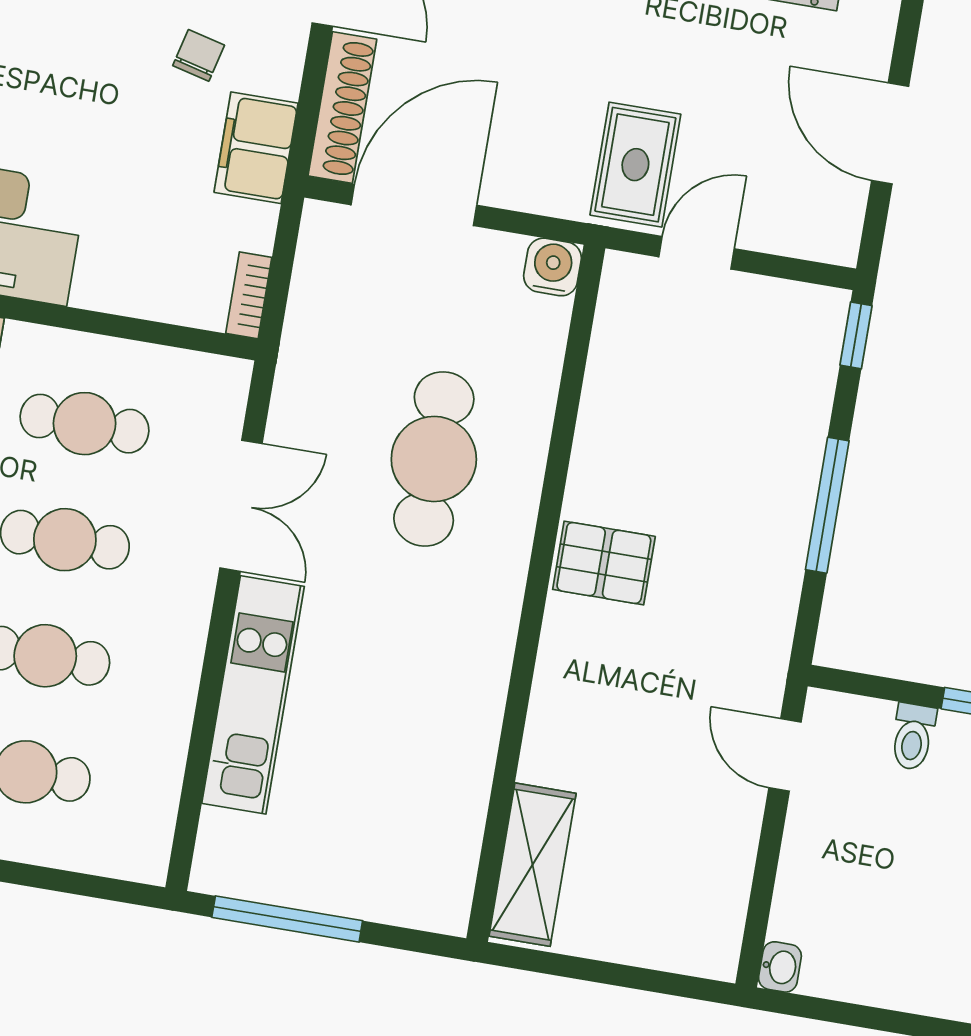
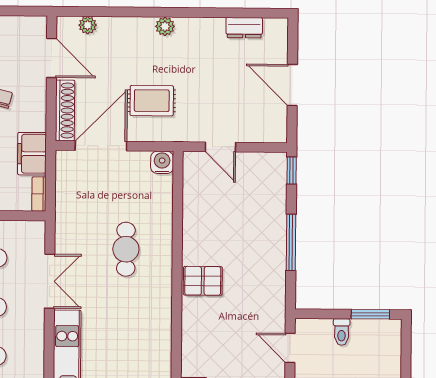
filing cabinet: (256, 148) -> (32, 154), moved
rug: (635, 165) -> (152, 101), moved, turned 90
door: (696, 253) -> (220, 147), swing flipped
cafe table: (434, 459) -> (126, 249), width x0.73, depth x0.74

